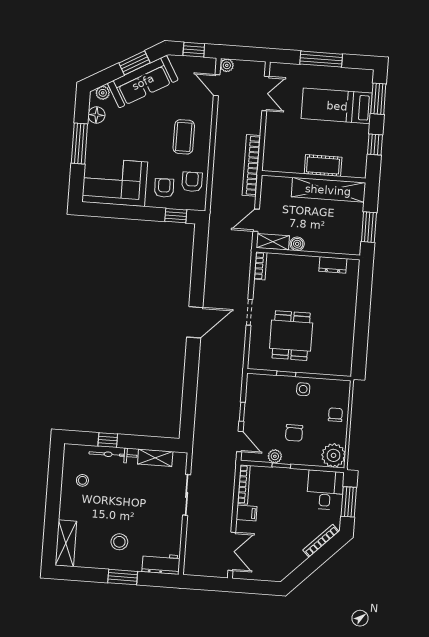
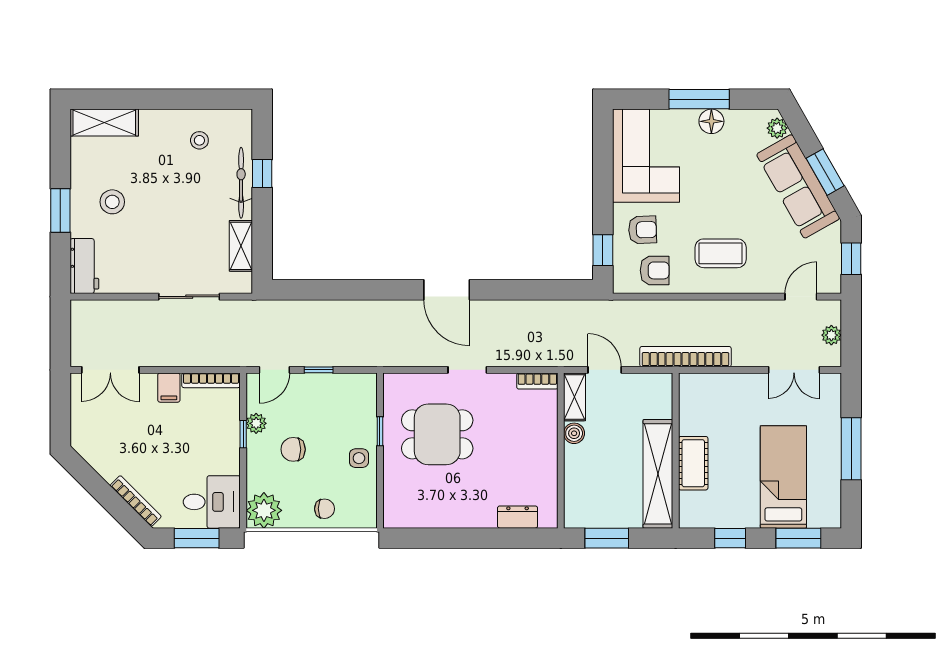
plant: (227, 65) -> (831, 335), moved
floor lamp: (96, 115) -> (711, 121), moved
dresser: (333, 265) -> (518, 517), moved, turned 90

